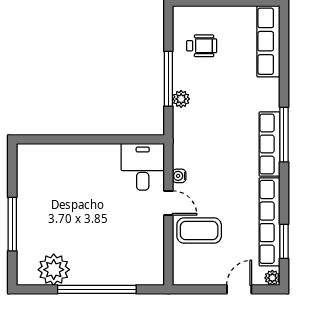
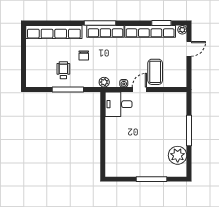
row of seats: (268, 41) -> (54, 32), width x1.36
wheelchair: (202, 46) -> (63, 70), moved
plant: (181, 99) -> (104, 82), moved
chair: (227, 106) -> (84, 56), added
window: (97, 289) -> (189, 131), width x0.68
door: (239, 289) -> (189, 49), swing flipped

